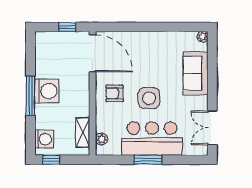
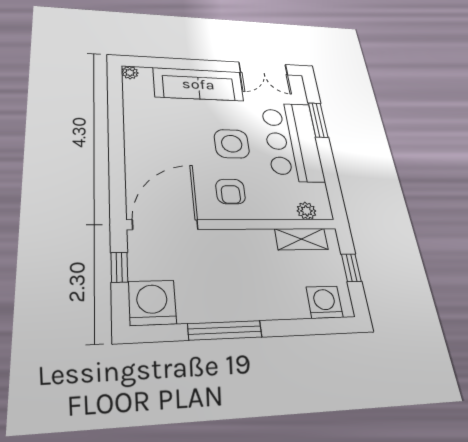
sofa: (196, 73) -> (198, 84), width x1.36
washing machine: (47, 91) -> (152, 303), moved
window: (30, 96) -> (225, 330), moved
window: (51, 160) -> (351, 268), moved
window: (148, 160) -> (318, 120), moved

